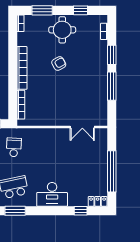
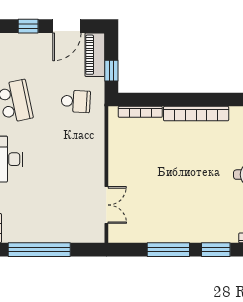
armchair: (59, 64) -> (203, 169), removed
double door: (82, 127) -> (106, 205), swing flipped

